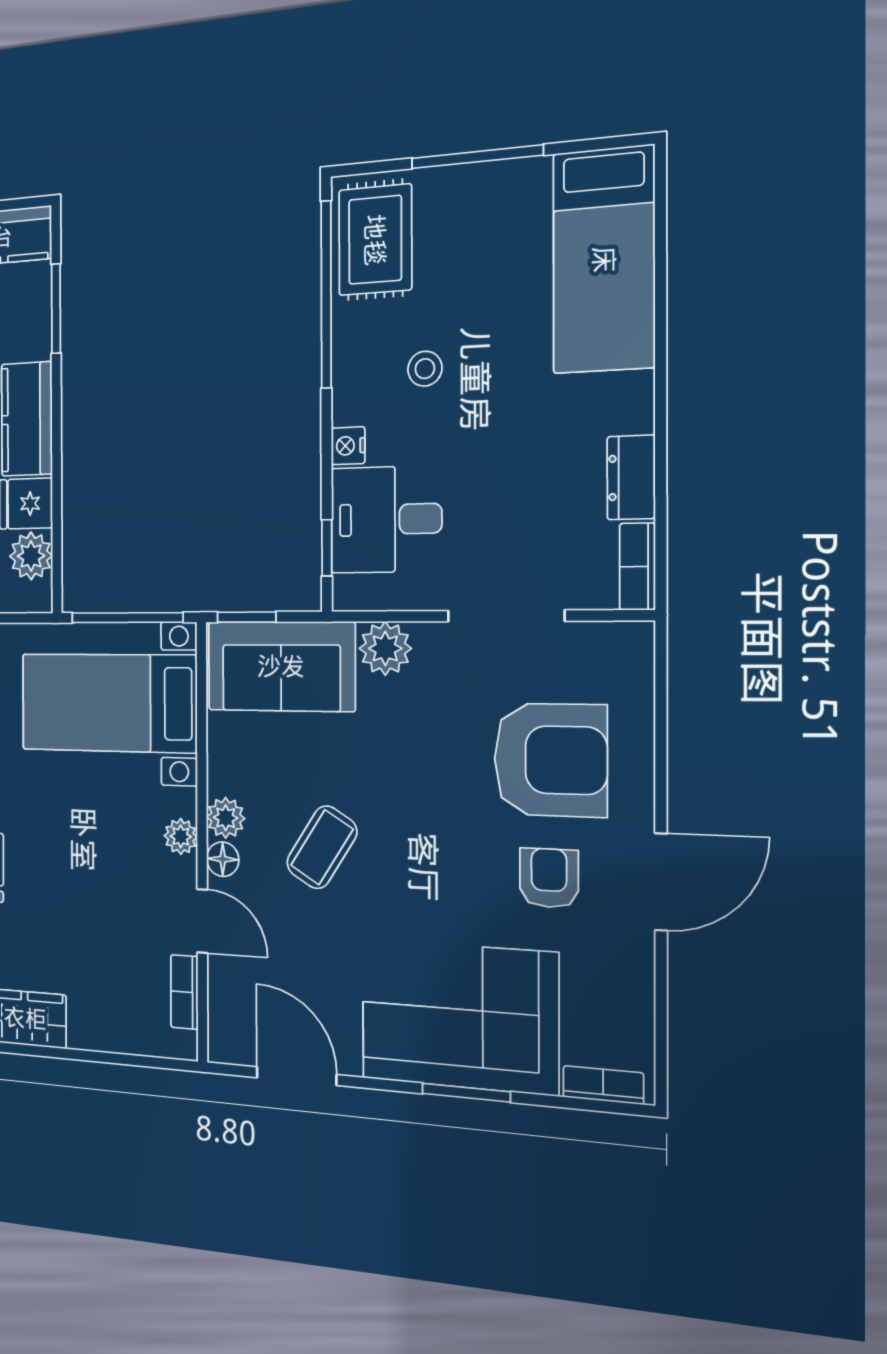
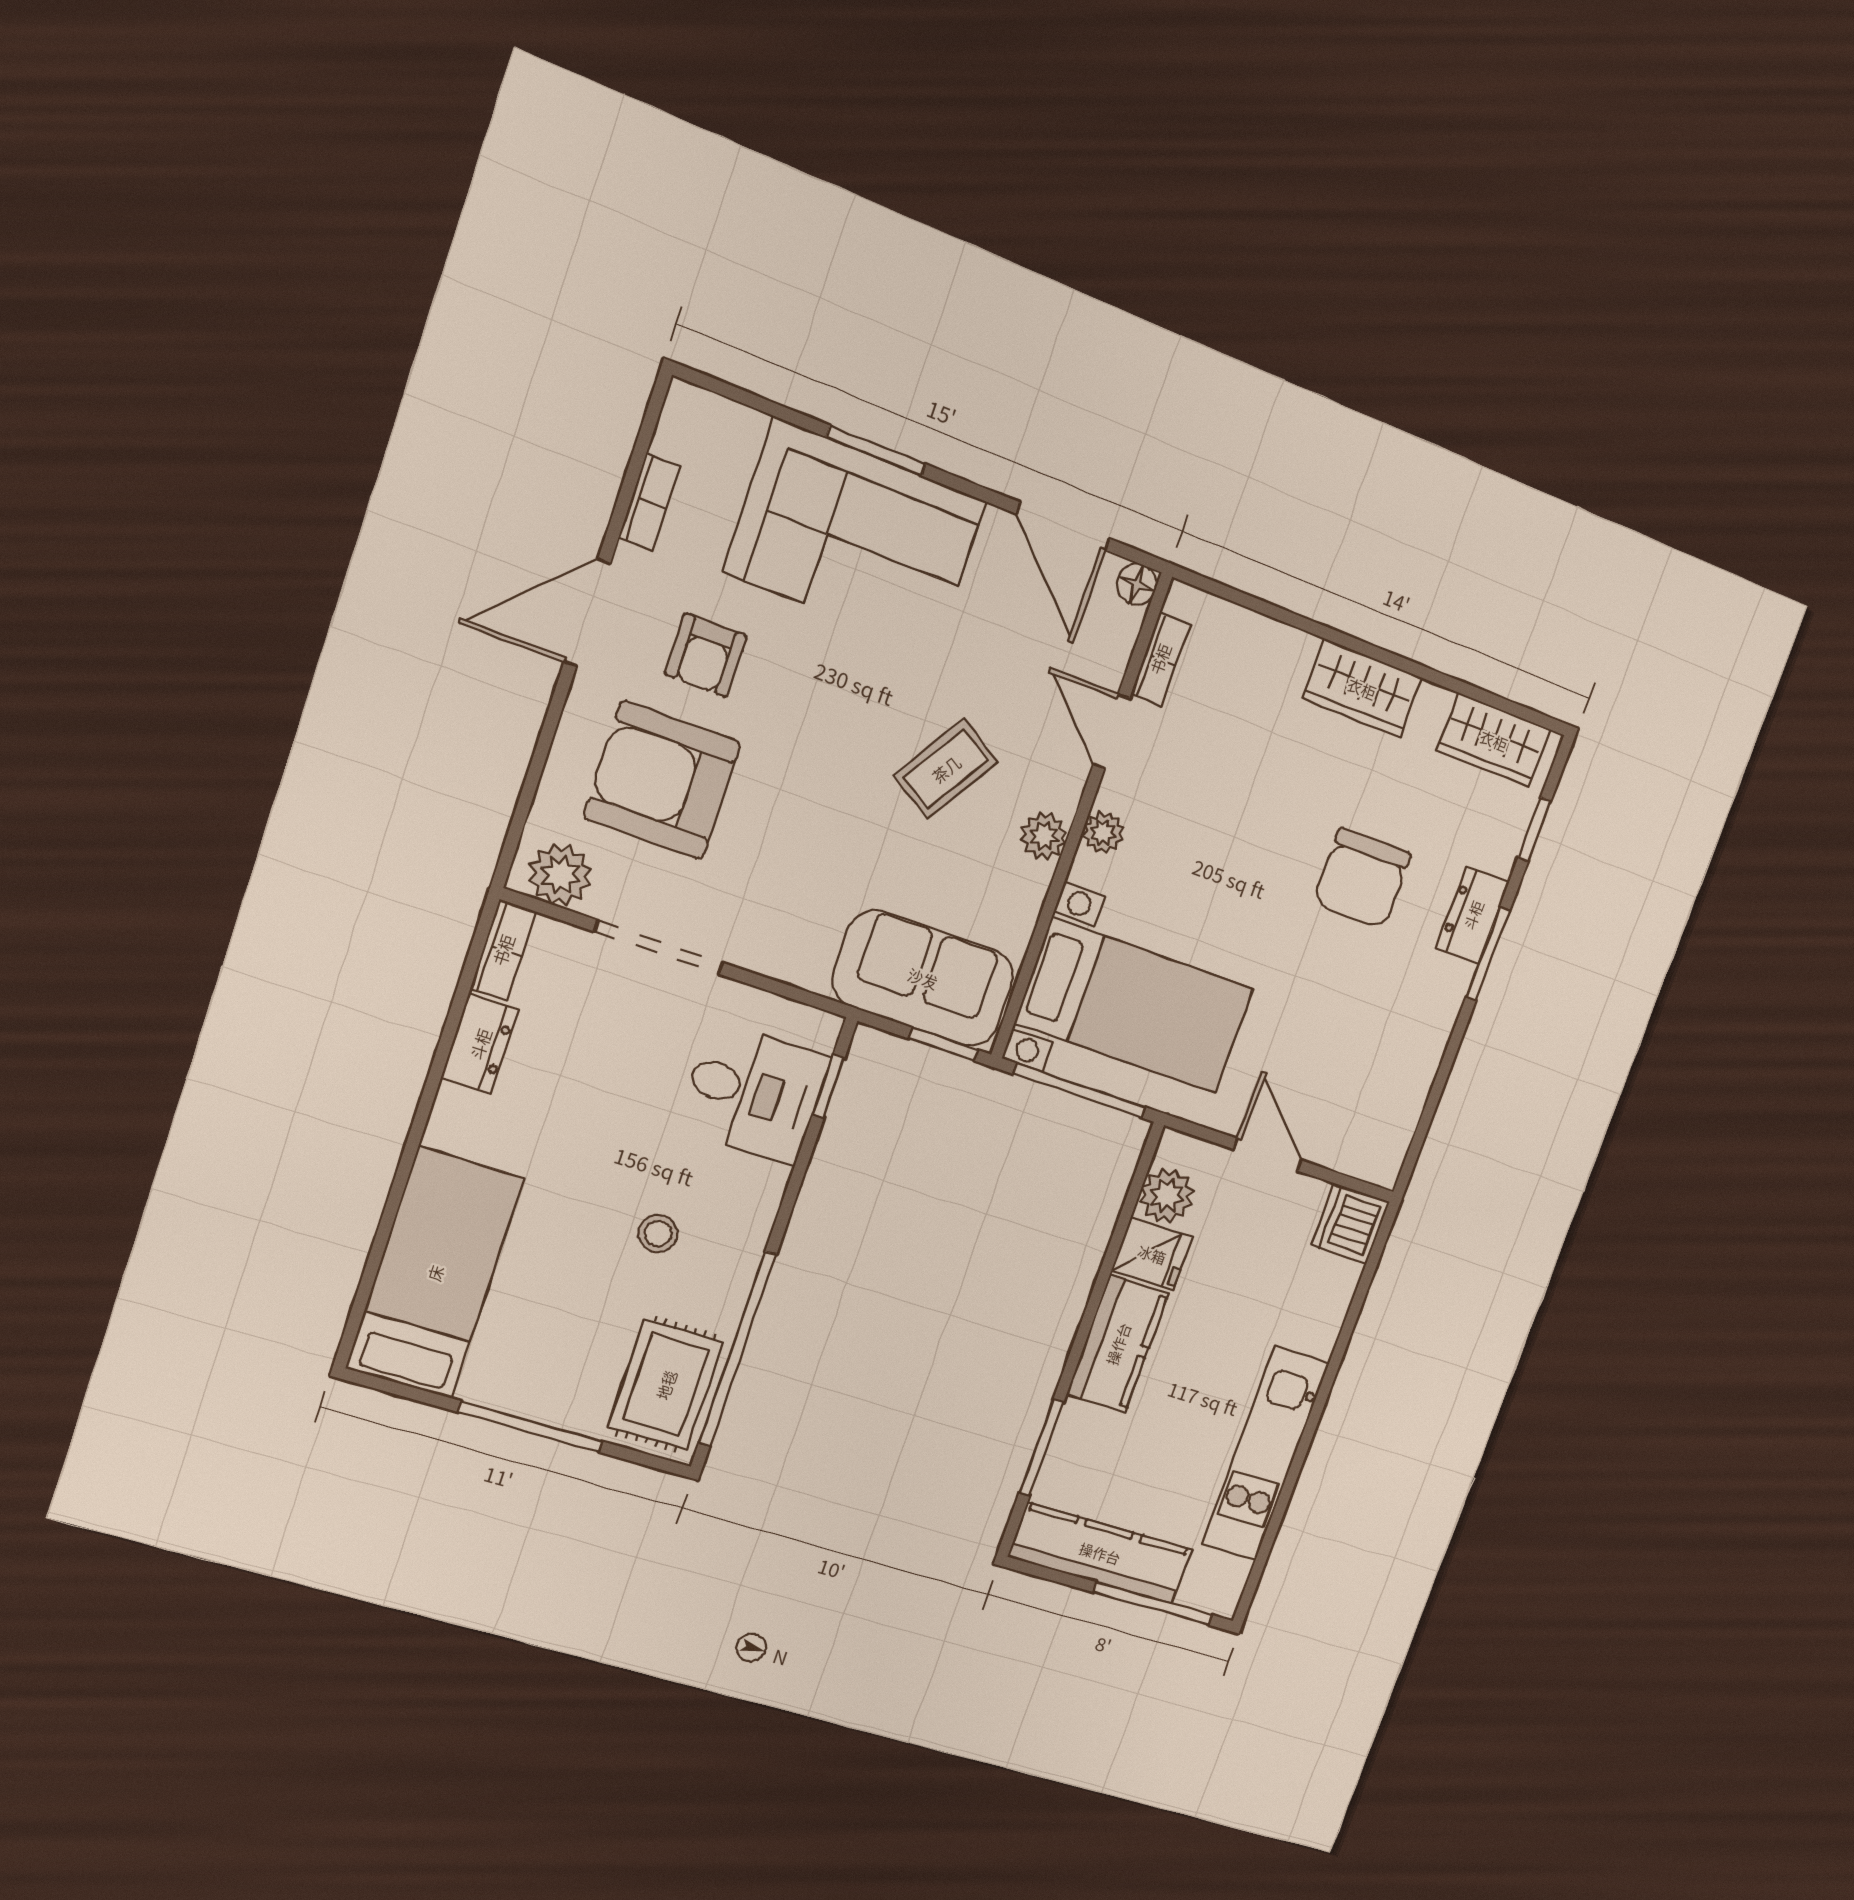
nightstand: (348, 446) -> (768, 1184), removed
plant: (385, 648) -> (560, 875), moved
floor lamp: (223, 859) -> (1137, 584), moved
bookcase: (603, 1085) -> (649, 502), moved, turned -90

